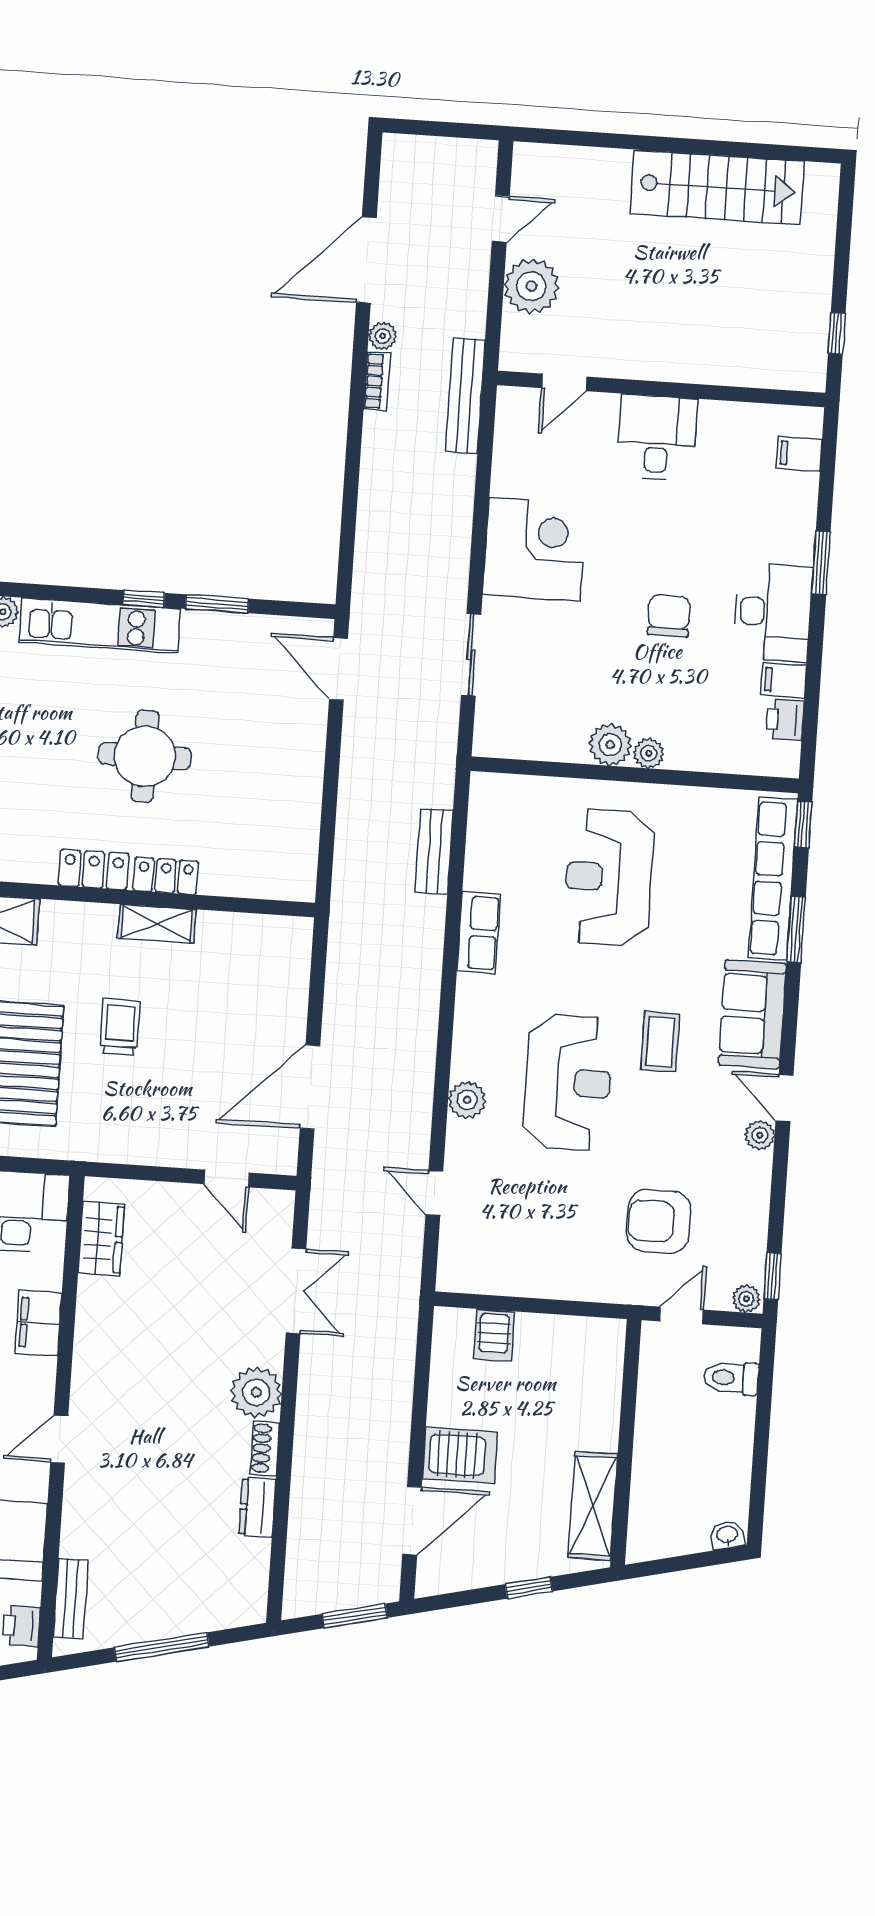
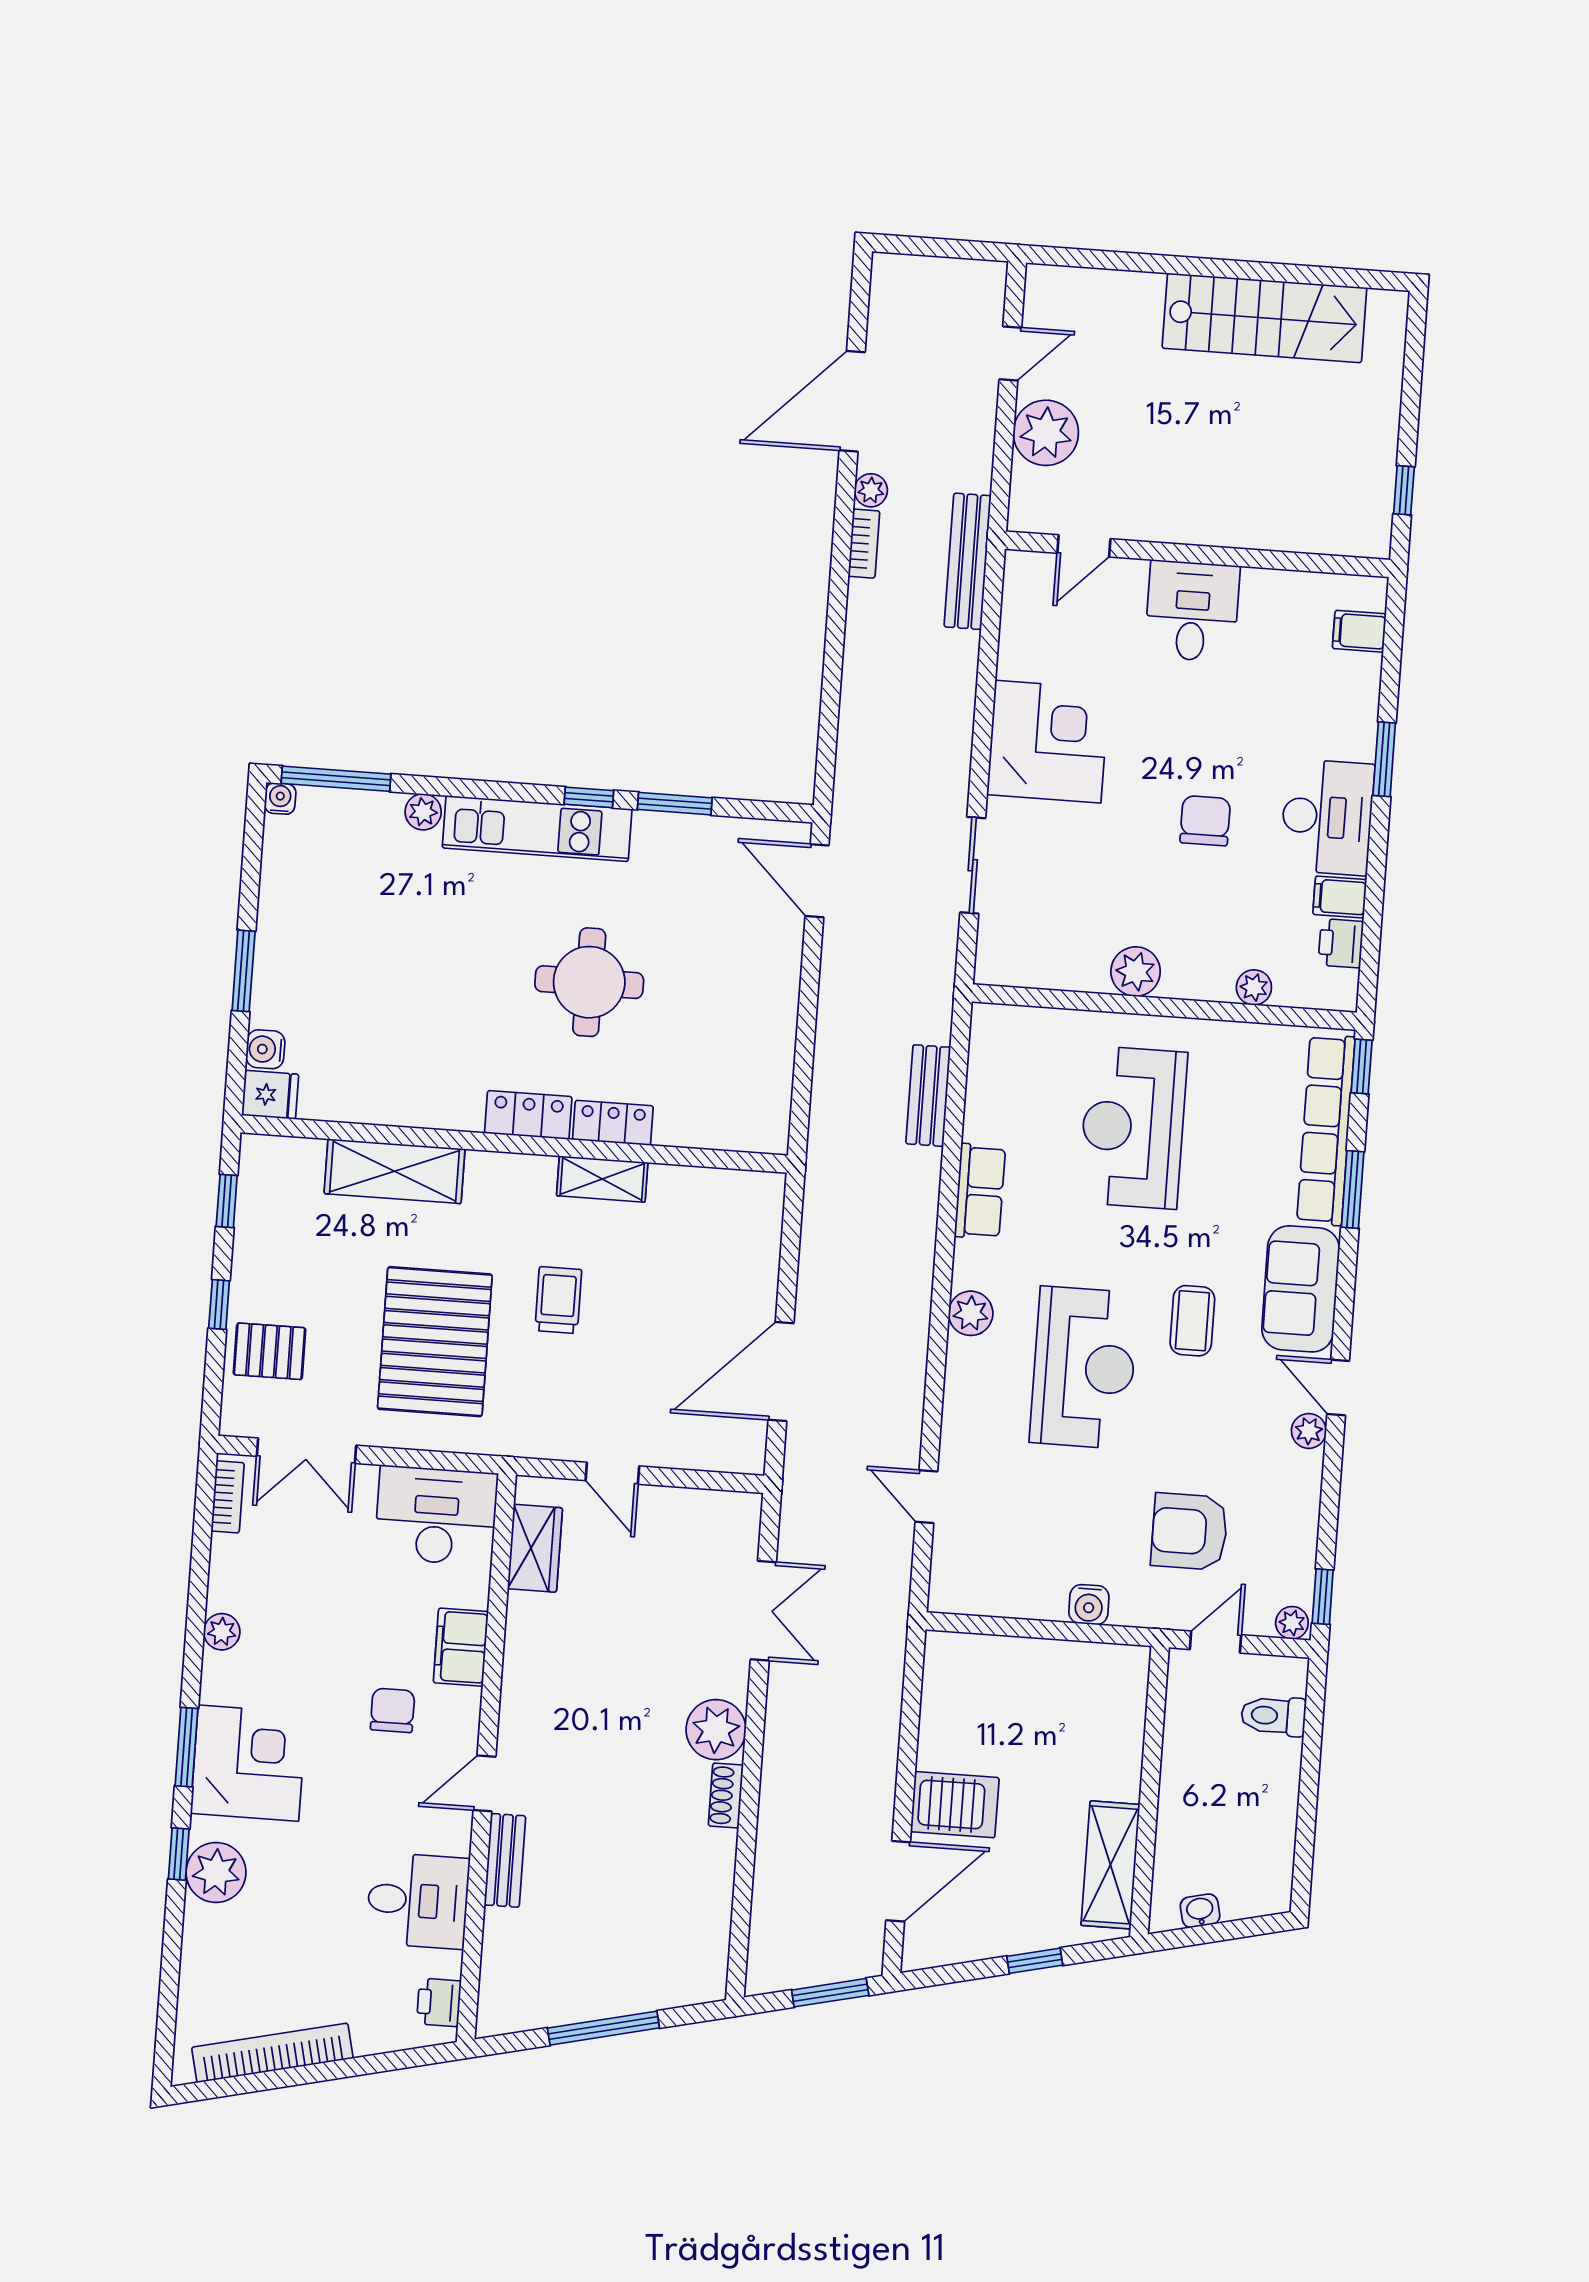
plant: (649, 753) -> (1254, 987), moved
plant: (467, 1100) -> (971, 1313), moved
door: (226, 1178) -> (612, 1473), moved
water cooler: (573, 1284) -> (1089, 1605), added
server rack: (494, 1335) -> (995, 1664), removed
dresser: (257, 1507) -> (717, 1865), removed
washbasin: (727, 1535) -> (1200, 1911), moved
bench: (71, 1598) -> (505, 1860), moved

